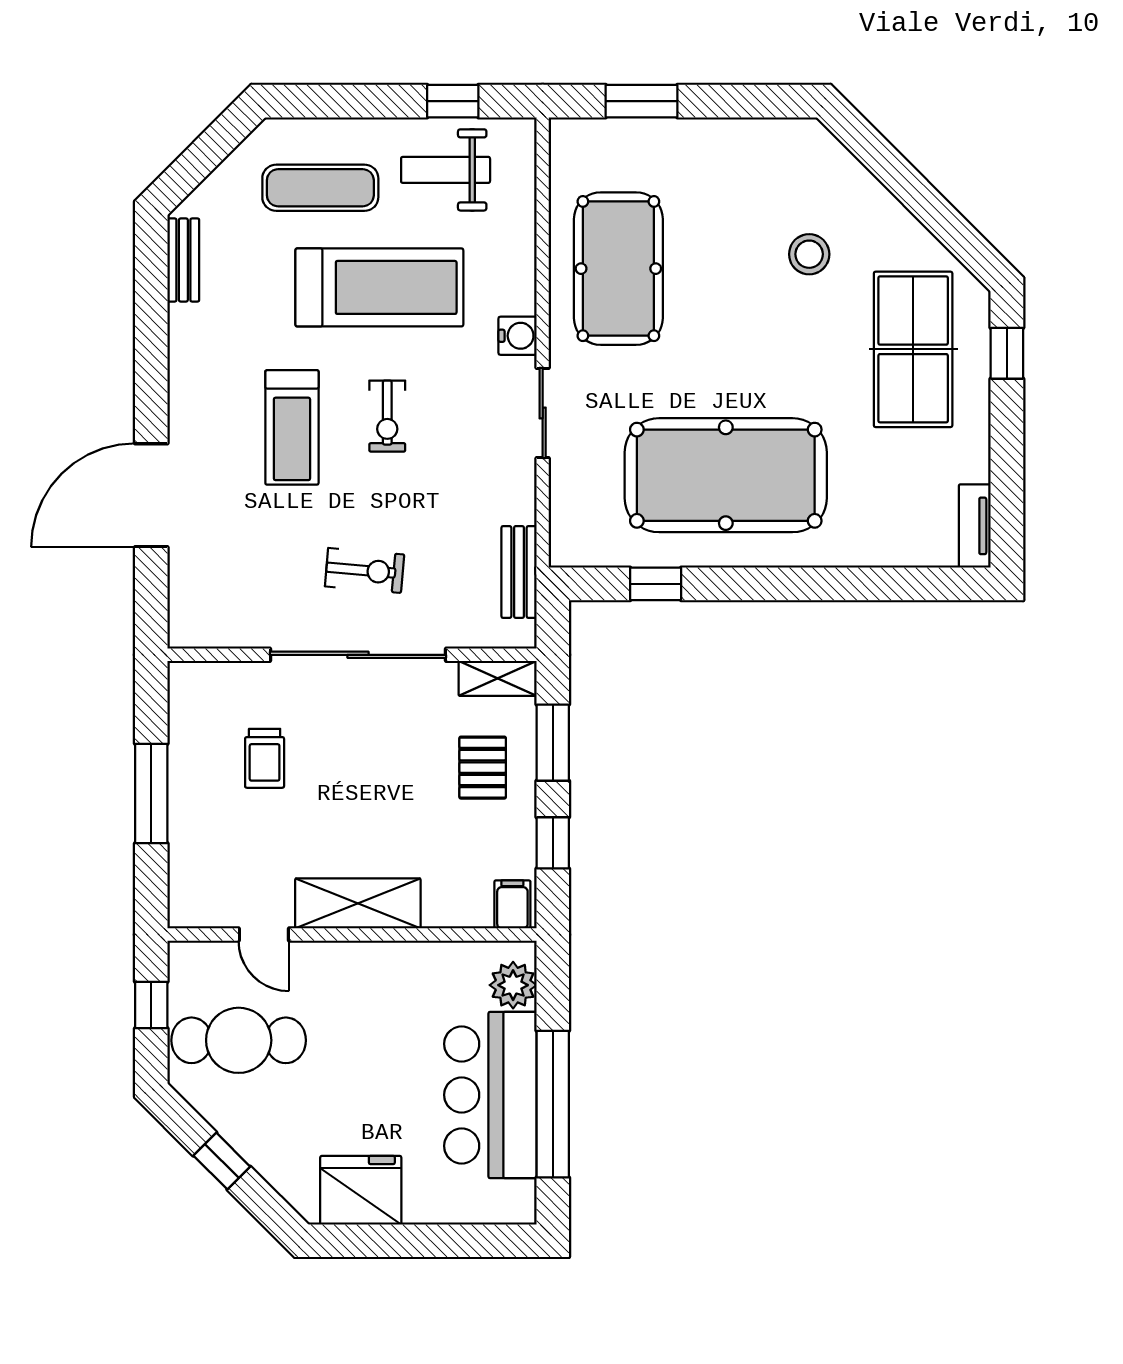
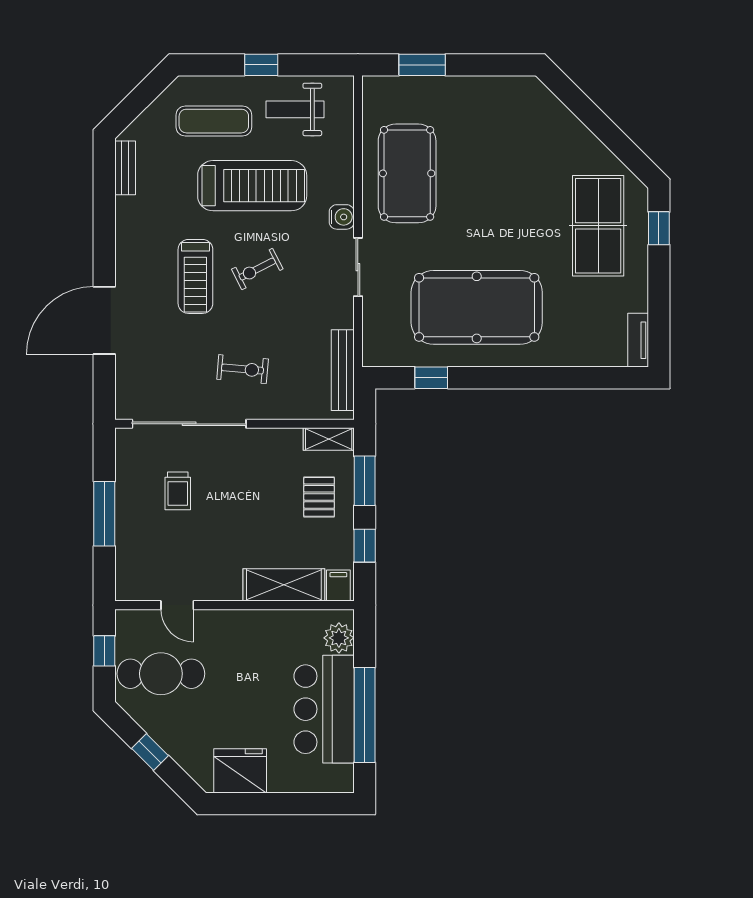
window: (453, 101) -> (261, 65), moved
stool: (809, 254) -> (531, 164), removed
exercise bike: (387, 416) -> (257, 269), turned 63
bench: (519, 572) -> (343, 370), width x1.36
sliding door: (358, 655) -> (189, 424), moved
shelving: (358, 903) -> (284, 585), moved

